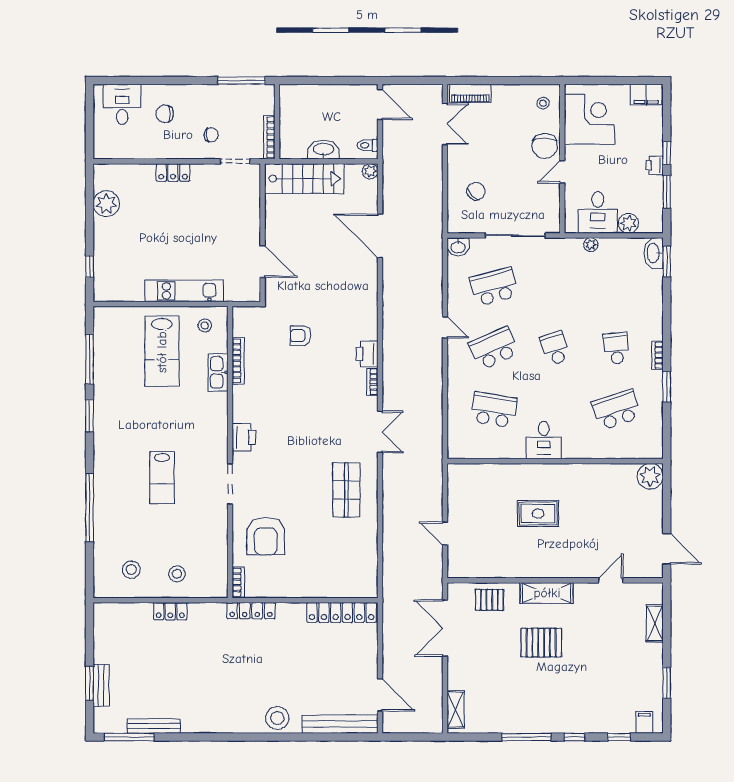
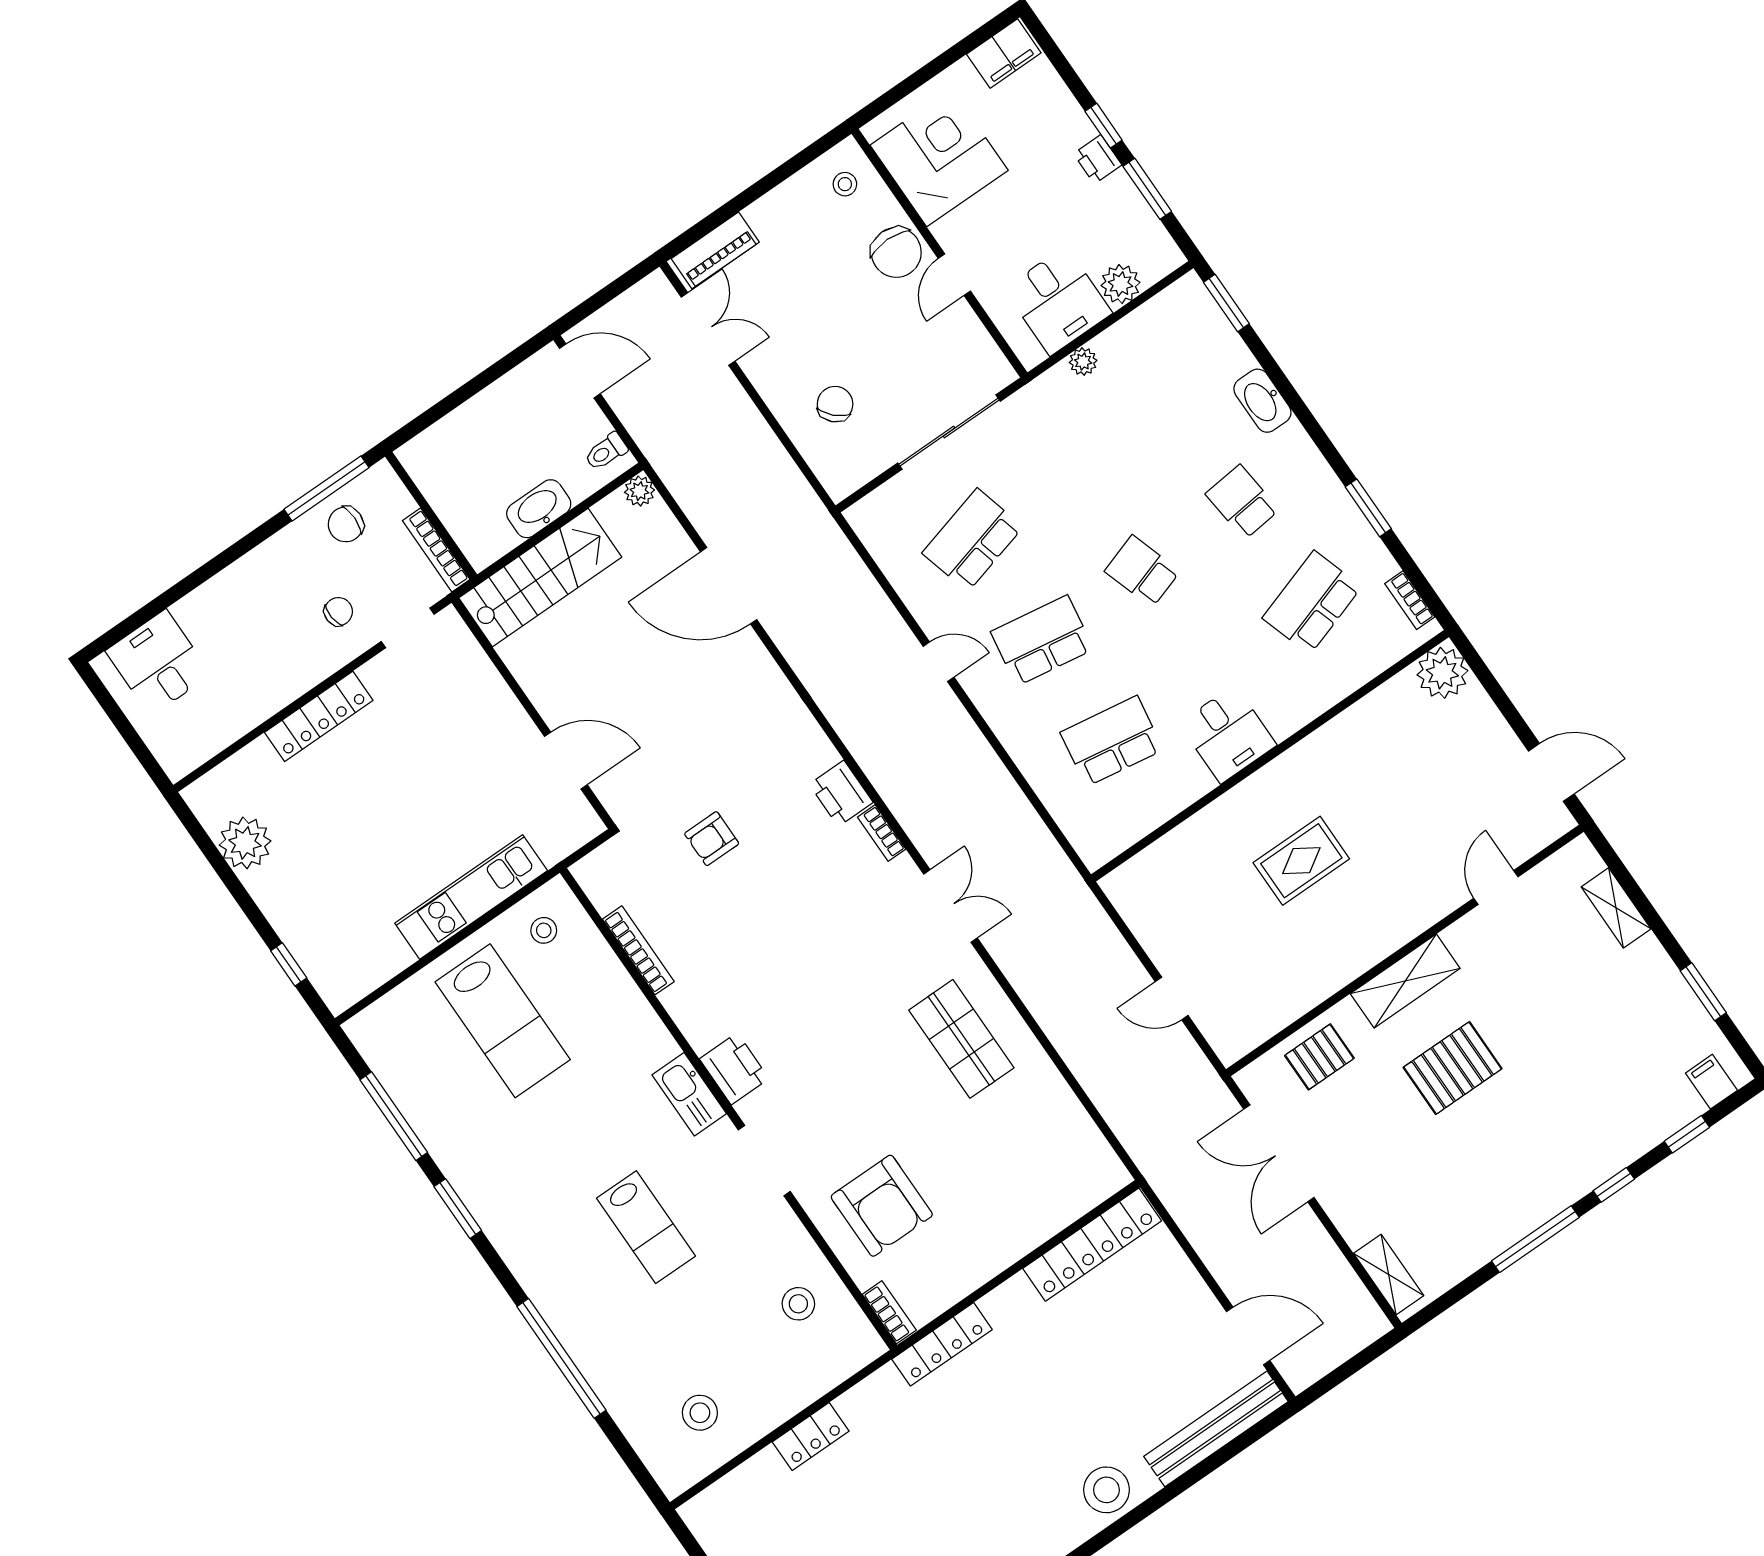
chair: (165, 114) -> (346, 524), moved
locker: (173, 173) -> (319, 716), width x1.53
washbasin: (458, 247) -> (869, 515), removed
washbasin: (654, 253) -> (1262, 401), moved
school desk: (494, 348) -> (1042, 641), turned 33
bookcase: (657, 355) -> (1410, 600), moved
kitchen sink: (218, 372) -> (689, 1094), moved
stool: (177, 574) -> (798, 1304), moved

